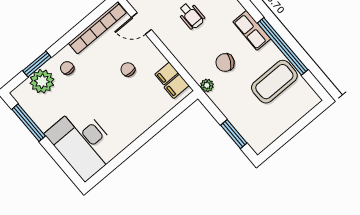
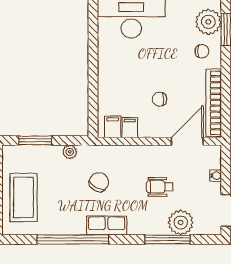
door: (141, 24) -> (187, 141), width x1.38
chair: (128, 69) -> (159, 99), turned 180
coffee table: (274, 82) -> (23, 197), moved
plant: (207, 85) -> (70, 152), moved

